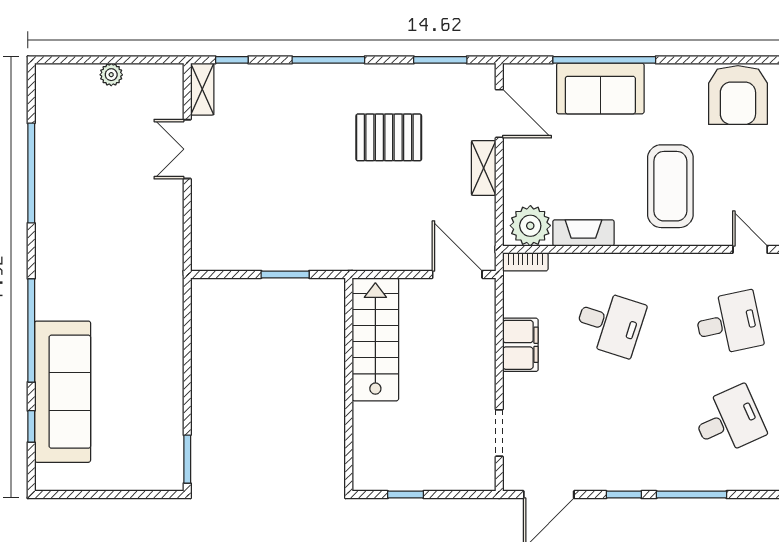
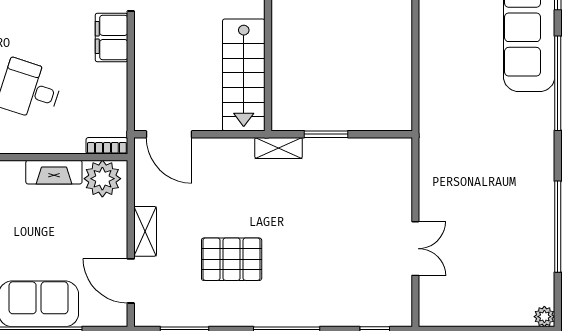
plant: (111, 75) -> (544, 317), moved
shelving: (202, 89) -> (279, 148), moved, turned 90
filing cabinet: (520, 345) -> (111, 37), moved

